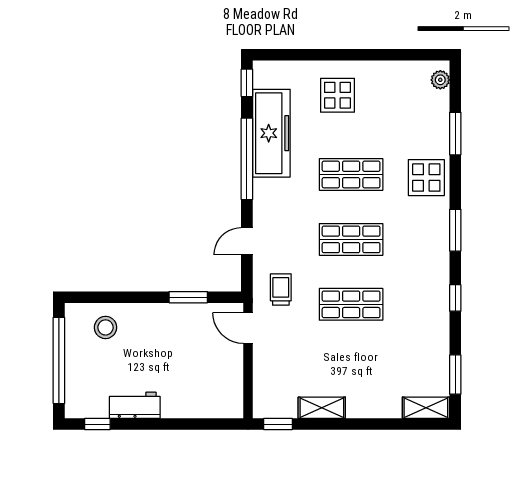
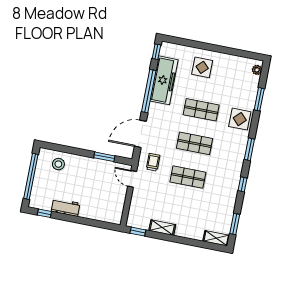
door: (247, 241) -> (140, 134), width x1.88

